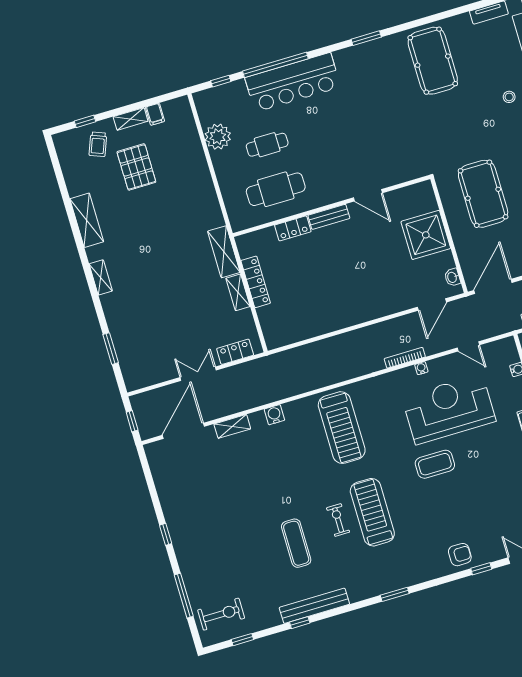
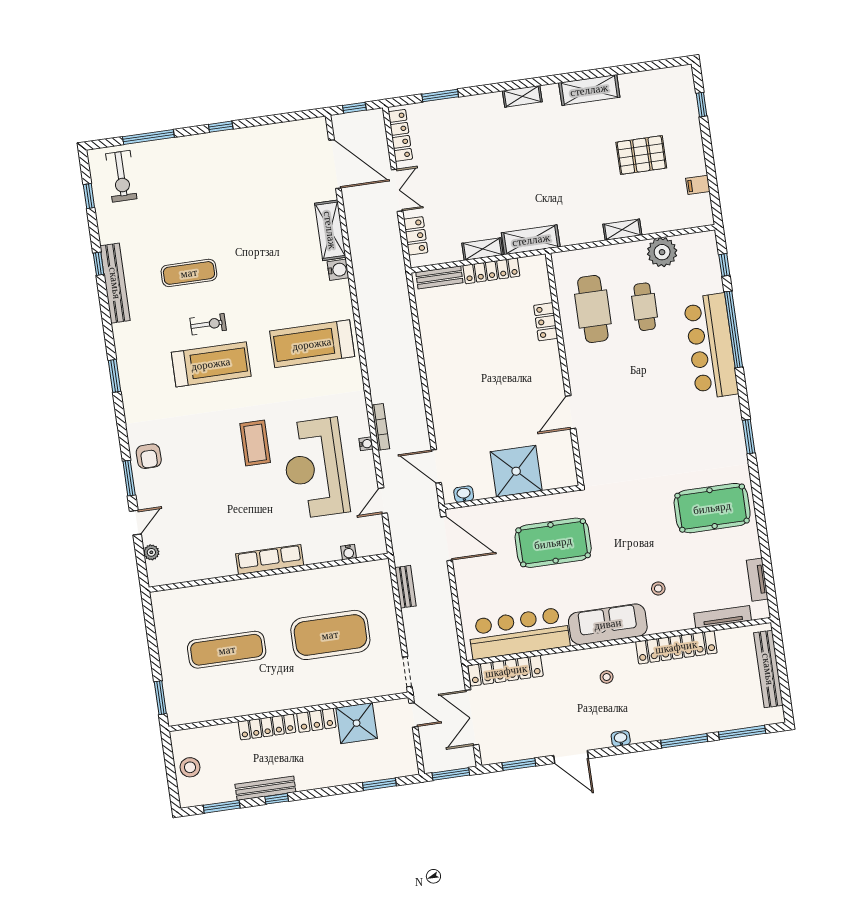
shelving: (131, 119) -> (622, 230), moved, turned 90
trolley: (98, 144) -> (673, 115), removed
bench: (329, 217) -> (439, 277), moved, turned 90
locker: (150, 378) -> (400, 135), added
reception desk: (449, 409) -> (315, 468), turned 180
shelving: (232, 426) -> (330, 230), width x1.50, depth x1.33
window: (481, 569) -> (129, 478), width x1.50

